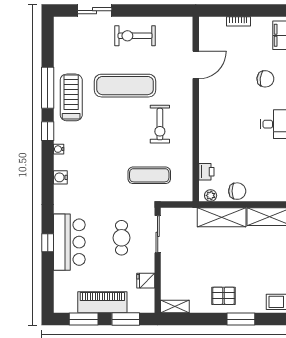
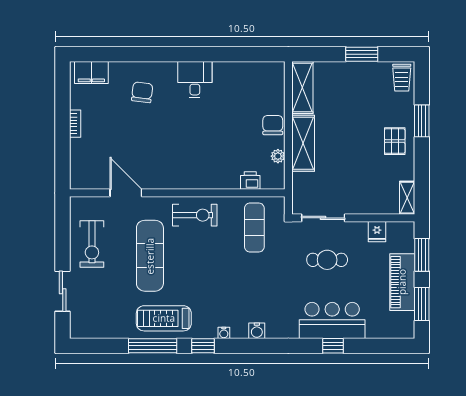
door: (196, 65) -> (126, 193), moved
wall: (196, 109) -> (177, 193), moved
printer: (206, 172) -> (250, 181), moved

